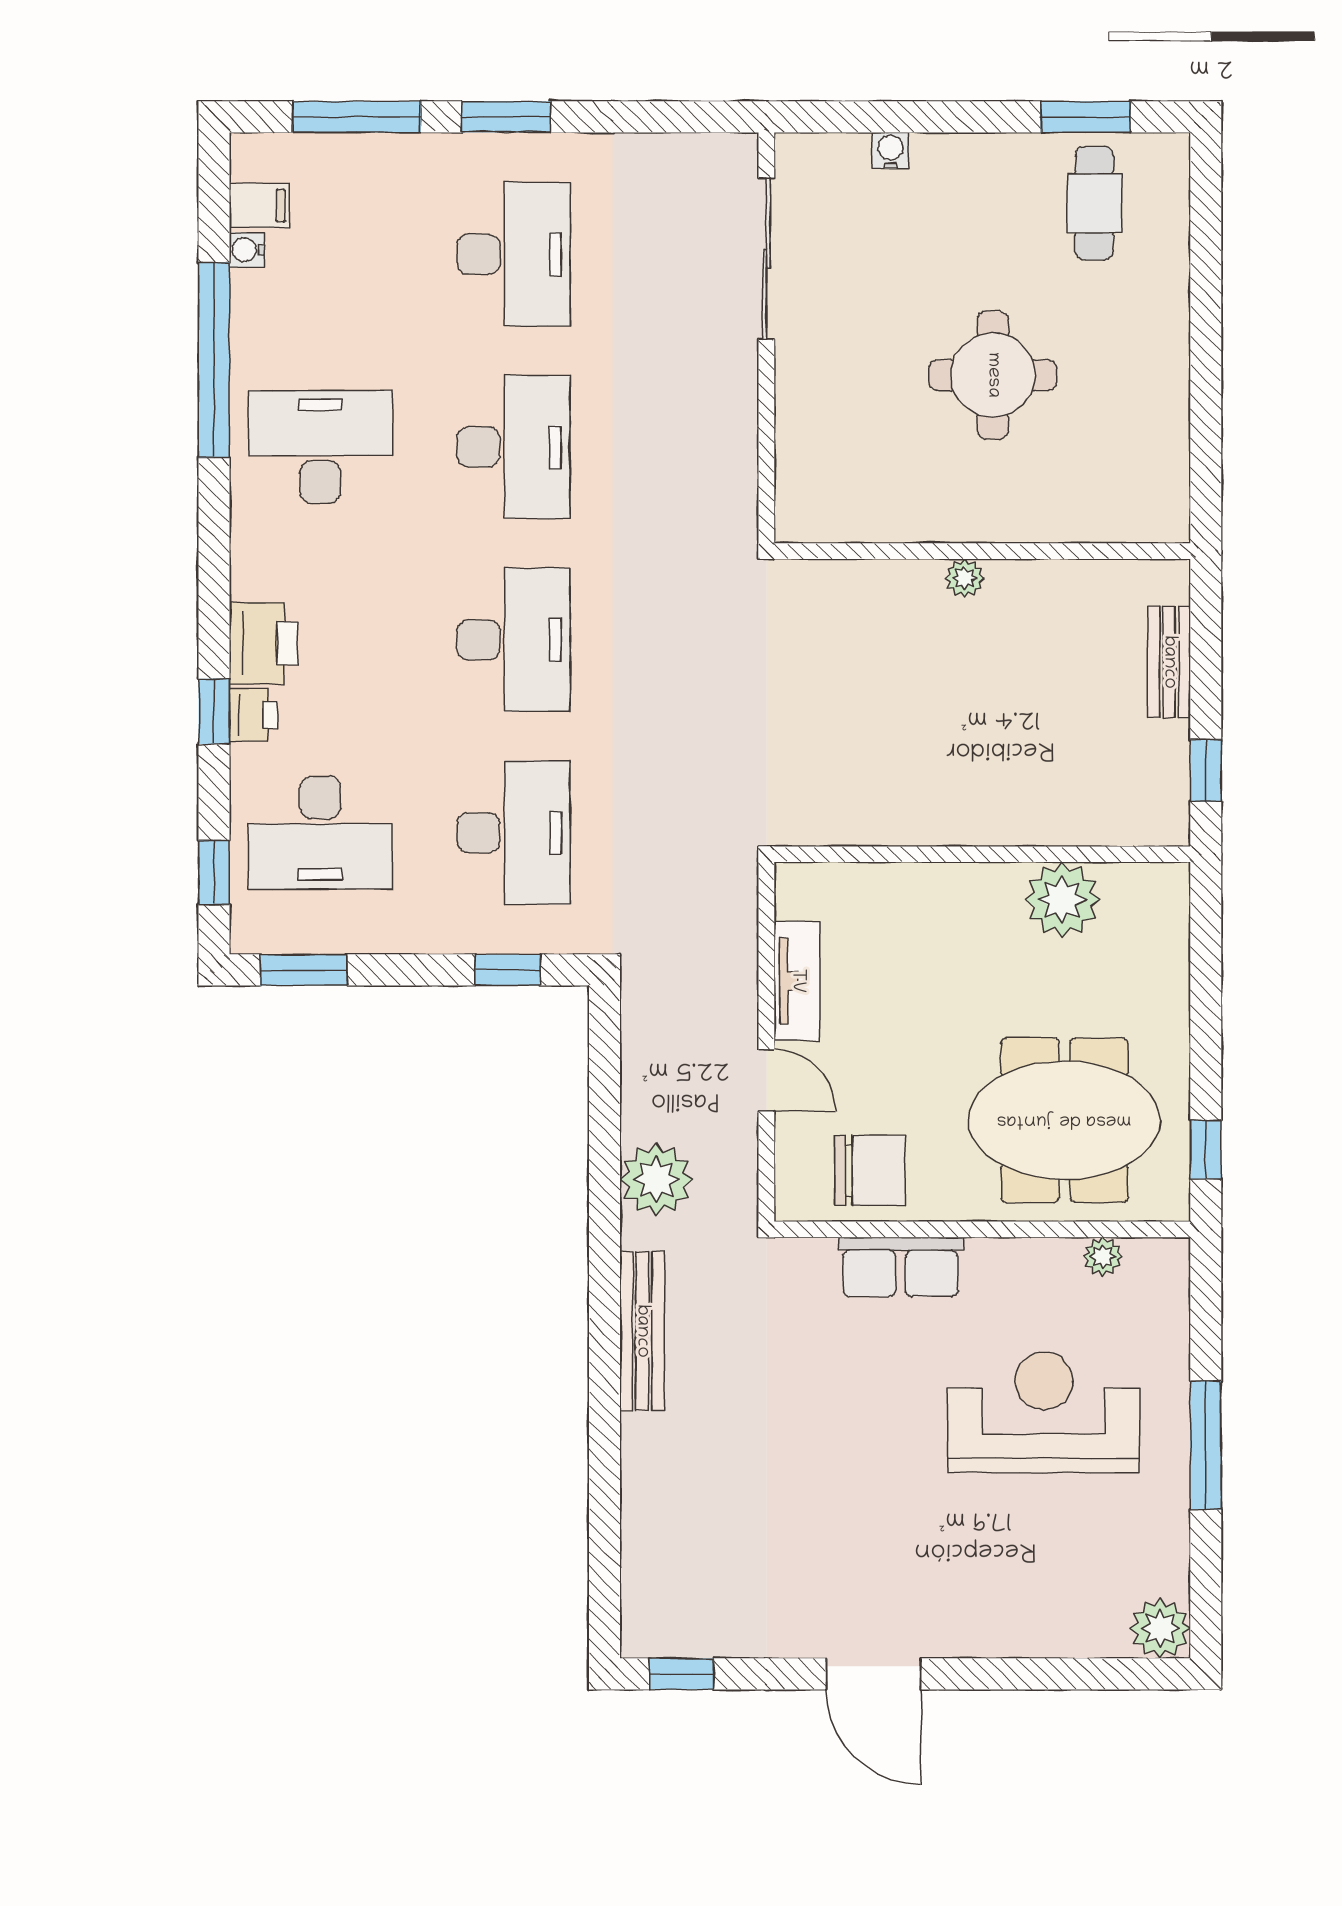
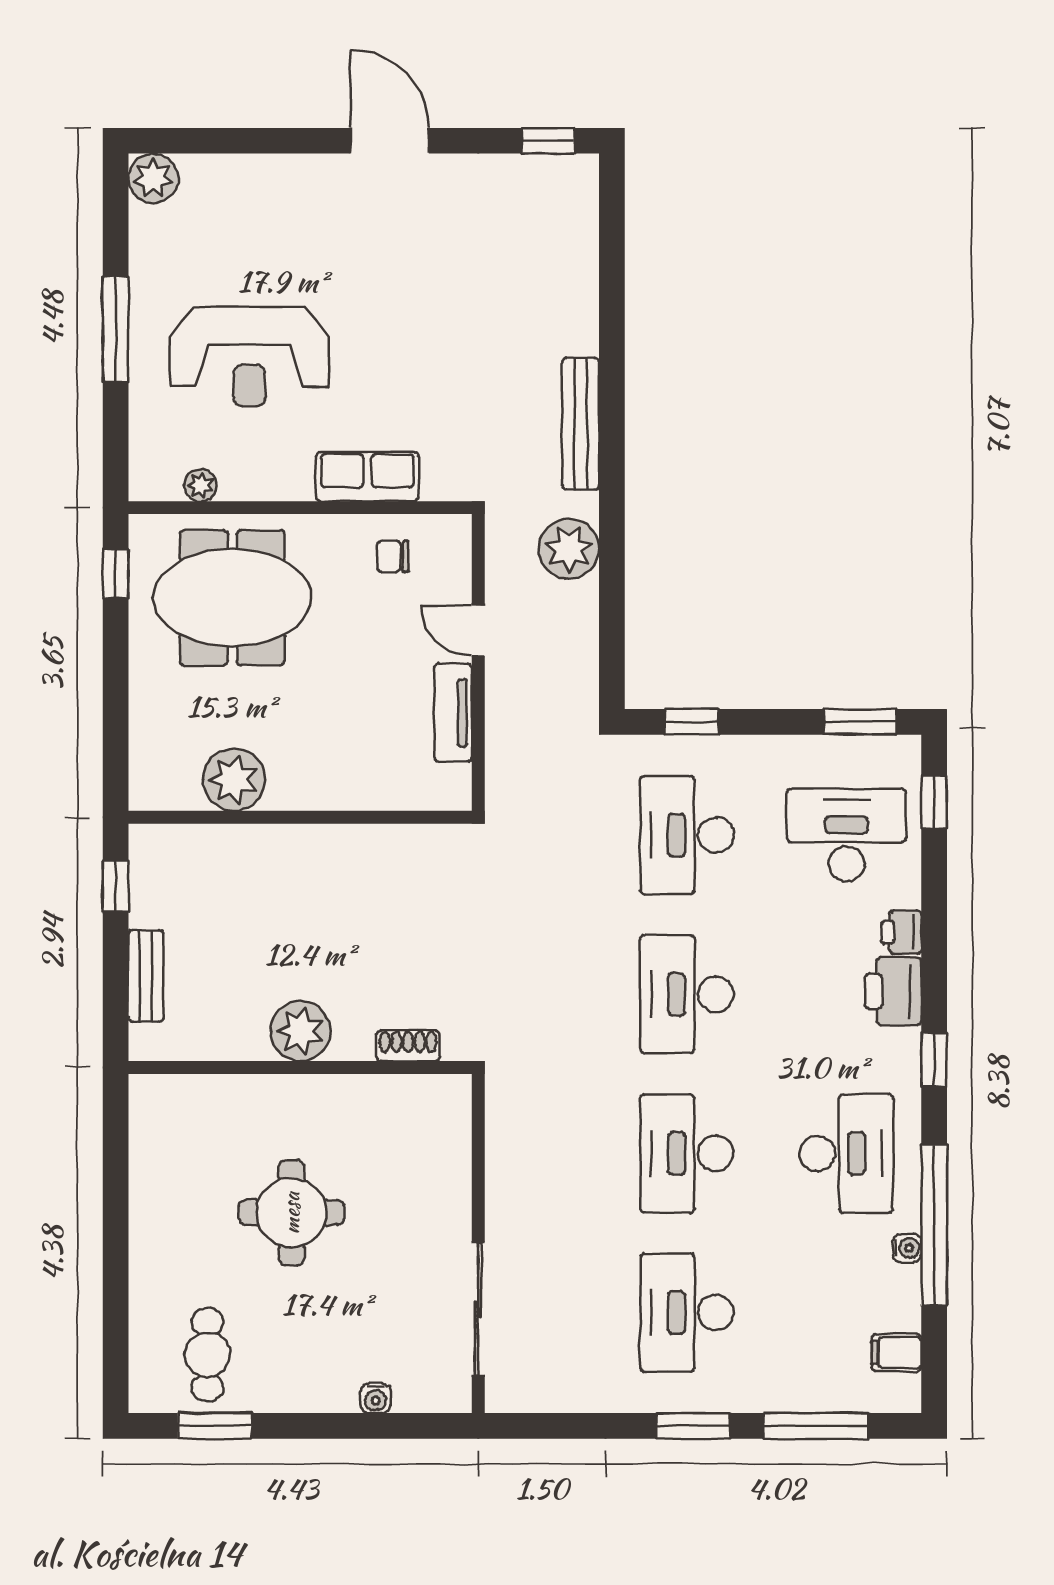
water cooler: (247, 250) -> (907, 1248), moved
desk: (320, 447) -> (846, 1153), turned -90
shoe rack: (851, 577) -> (408, 1046), added
plant: (965, 578) -> (301, 1031), width x1.88, depth x1.88
window: (214, 711) -> (934, 1060), moved
chair: (870, 1170) -> (393, 556), width x0.54, depth x0.54

